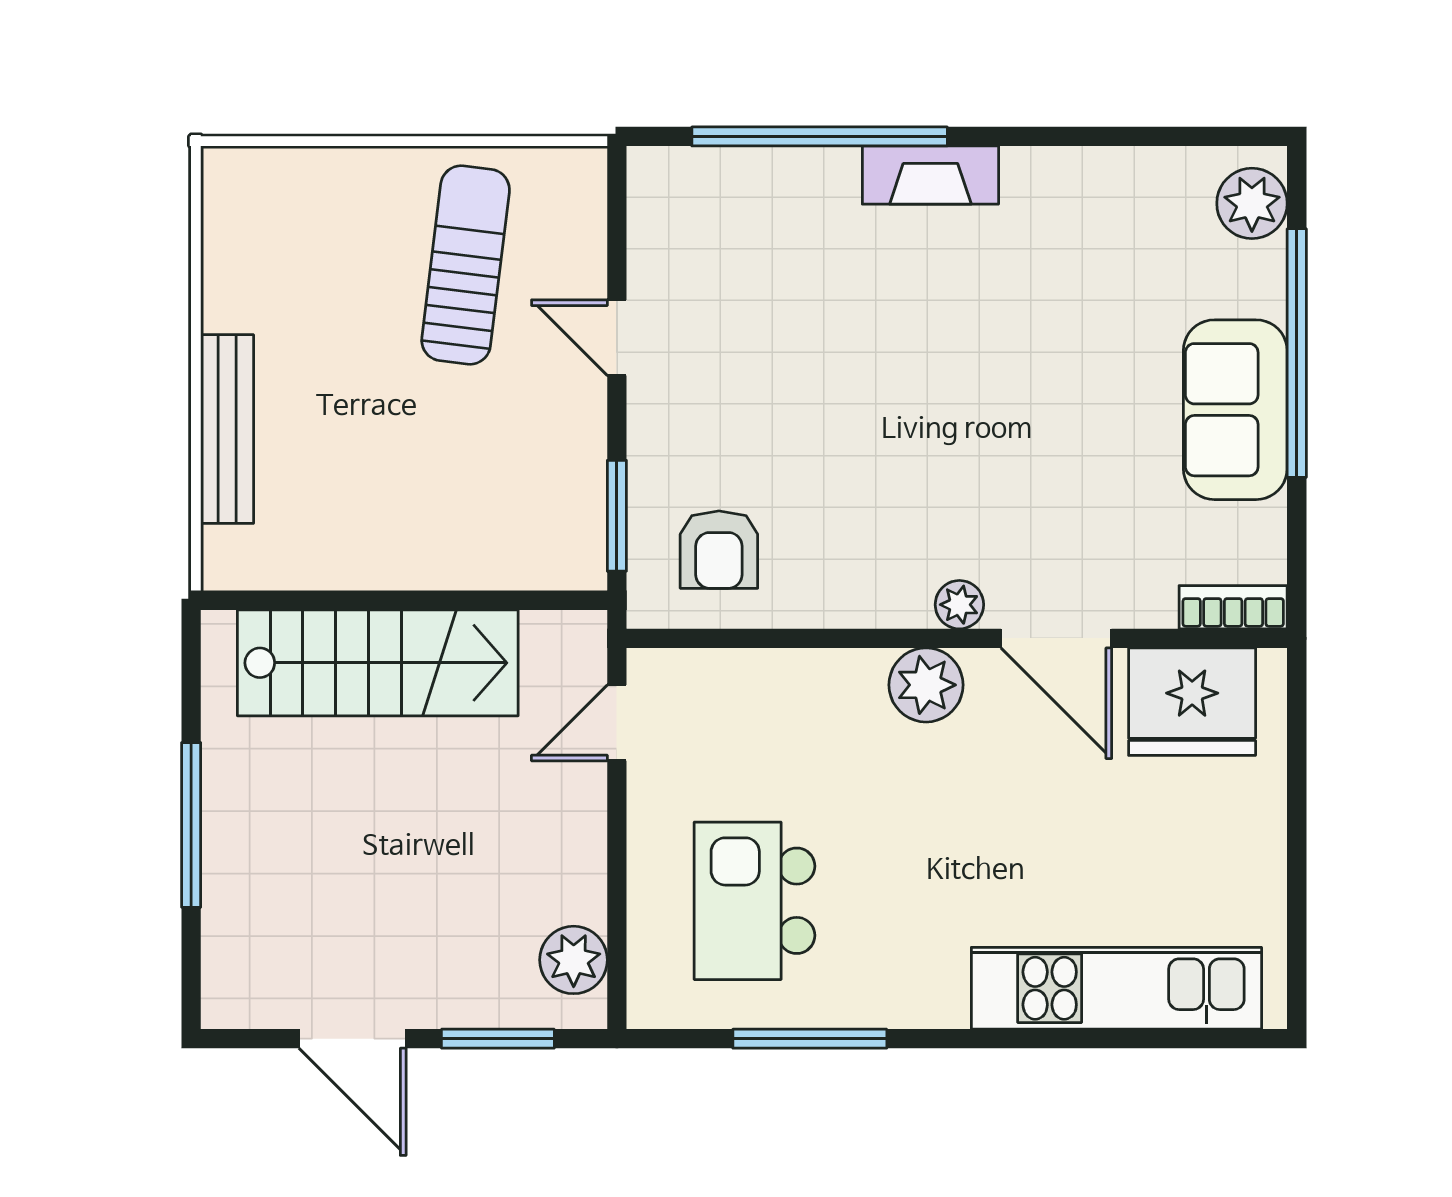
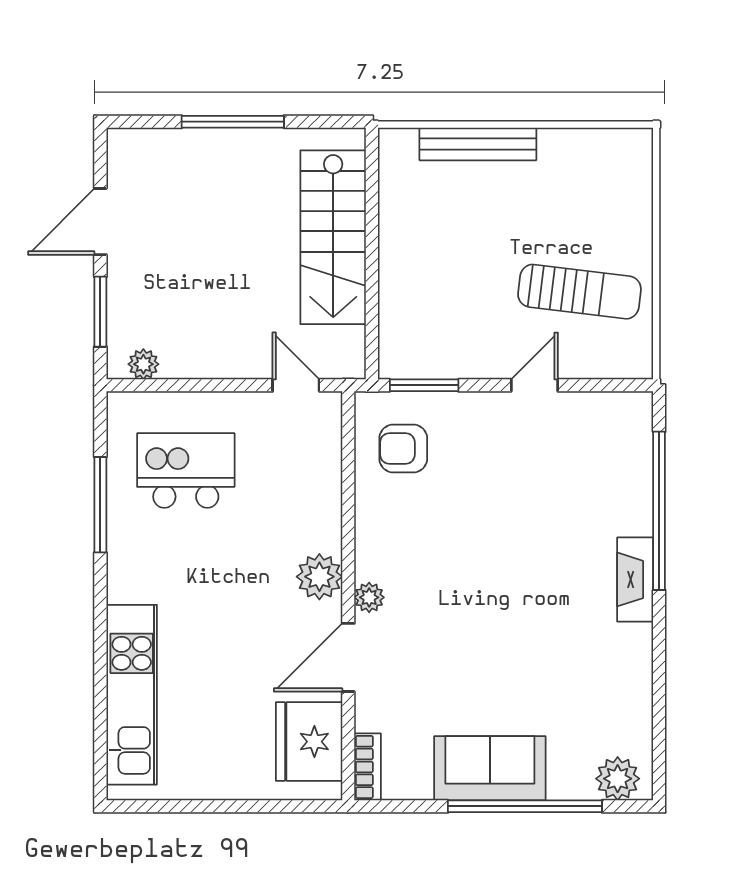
plant: (574, 960) -> (143, 364), width x0.73, depth x0.73

